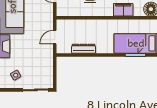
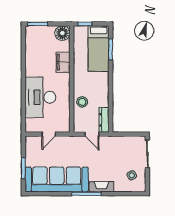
stool: (85, 28) -> (82, 102), added
dresser: (83, 49) -> (104, 120), moved

